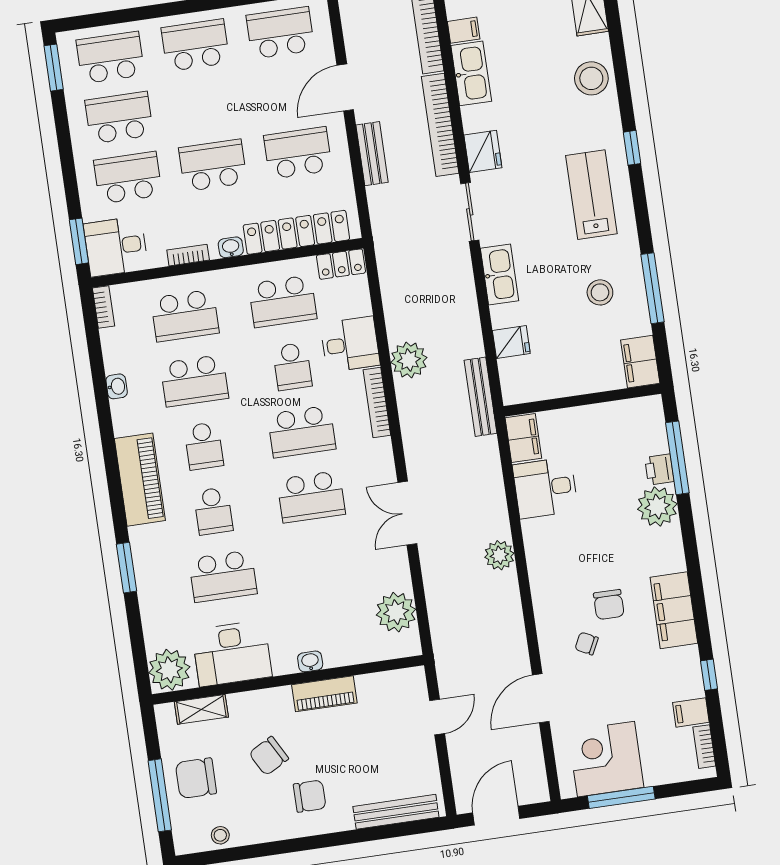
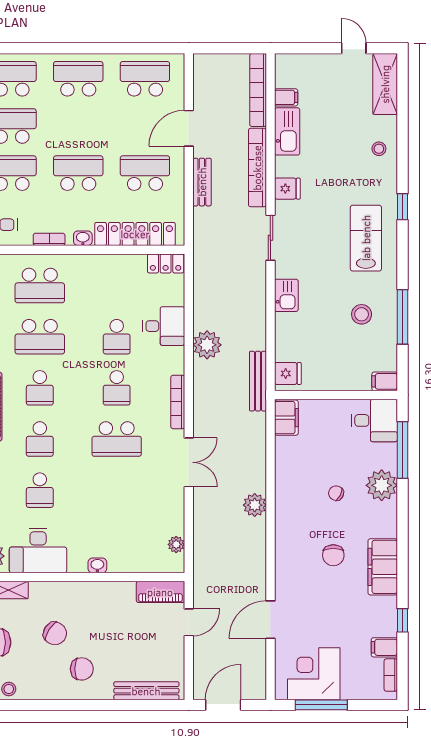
stool: (591, 78) -> (379, 149), width x0.53, depth x0.53
fridge: (483, 151) -> (287, 189), width x0.72
kitchen sink: (500, 274) -> (286, 295), width x0.73
school desk: (283, 301) -> (117, 286), removed
fridge: (511, 342) -> (288, 373), moved
filing cabinet: (640, 362) -> (385, 381), width x0.50
bookcase: (377, 403) -> (178, 402), moved
school desk: (302, 432) -> (117, 388), width x0.54
printer: (659, 469) -> (387, 457), removed
desk: (545, 488) -> (374, 420), moved, turned 180
double door: (407, 513) -> (189, 462), swing flipped
school desk: (223, 576) -> (40, 490), width x0.54
plant: (396, 612) -> (176, 544), width x0.53, depth x0.53
chair: (587, 643) -> (336, 493), moved
piano: (324, 694) -> (160, 592), moved
chair: (269, 756) -> (55, 633), turned -119

